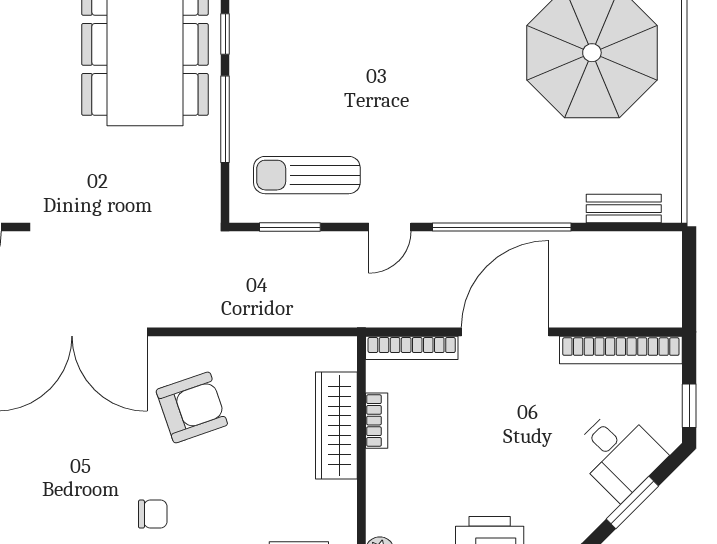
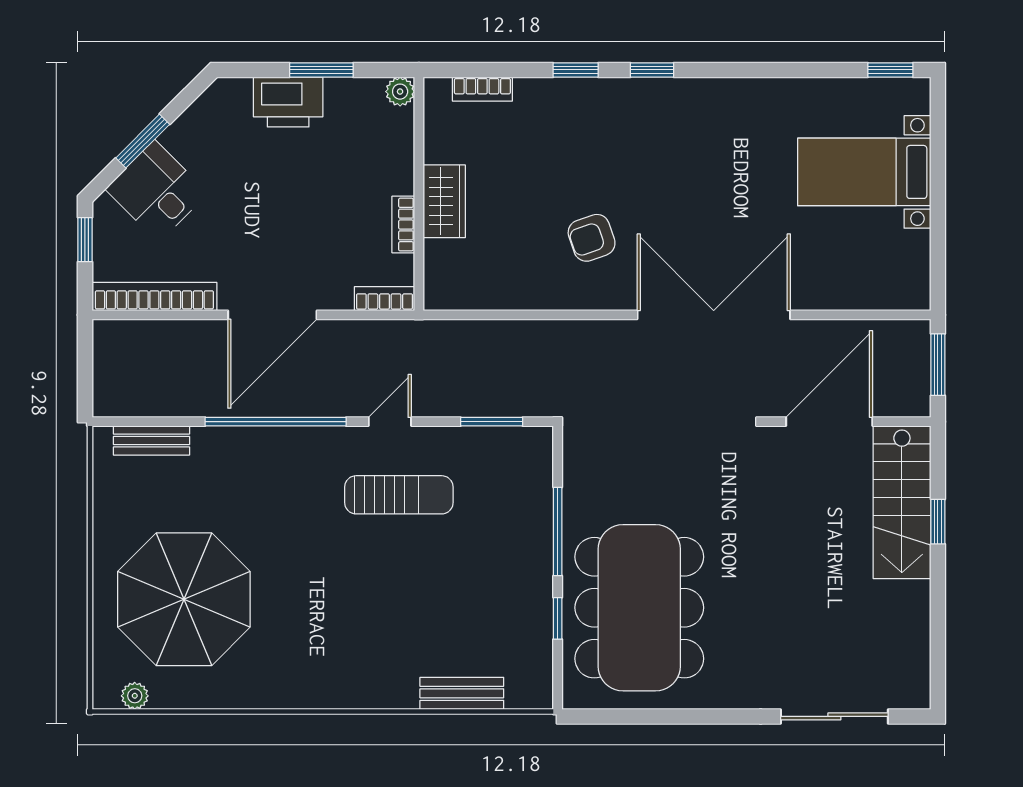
sun lounger: (307, 175) -> (399, 495), moved
bookcase: (412, 348) -> (384, 299), width x0.64
armchair: (192, 407) -> (592, 238), width x0.72, depth x0.72
wardrobe: (336, 425) -> (444, 201), width x0.67
chair: (153, 514) -> (631, 129), removed

